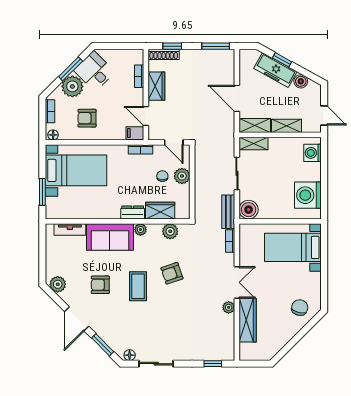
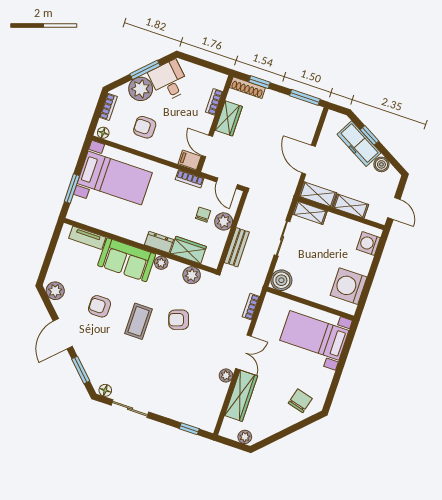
bench: (228, 212) -> (237, 247), moved
plant: (263, 355) -> (245, 437), added

